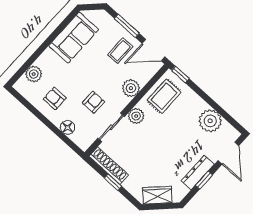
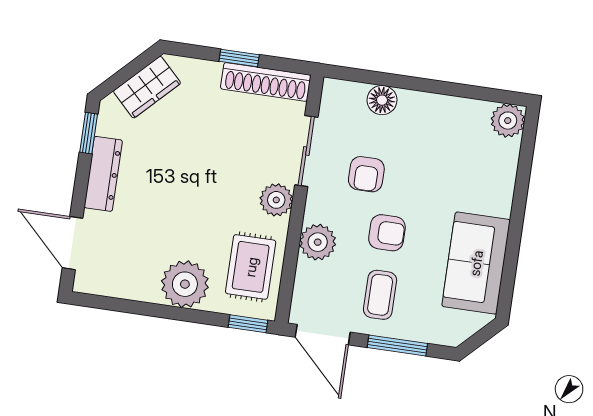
door: (154, 50) -> (323, 335), swing flipped
plant: (34, 74) -> (508, 121), moved
armchair: (55, 99) -> (387, 233), moved
plant: (210, 121) -> (185, 284), moved
window: (204, 180) -> (89, 133), moved

